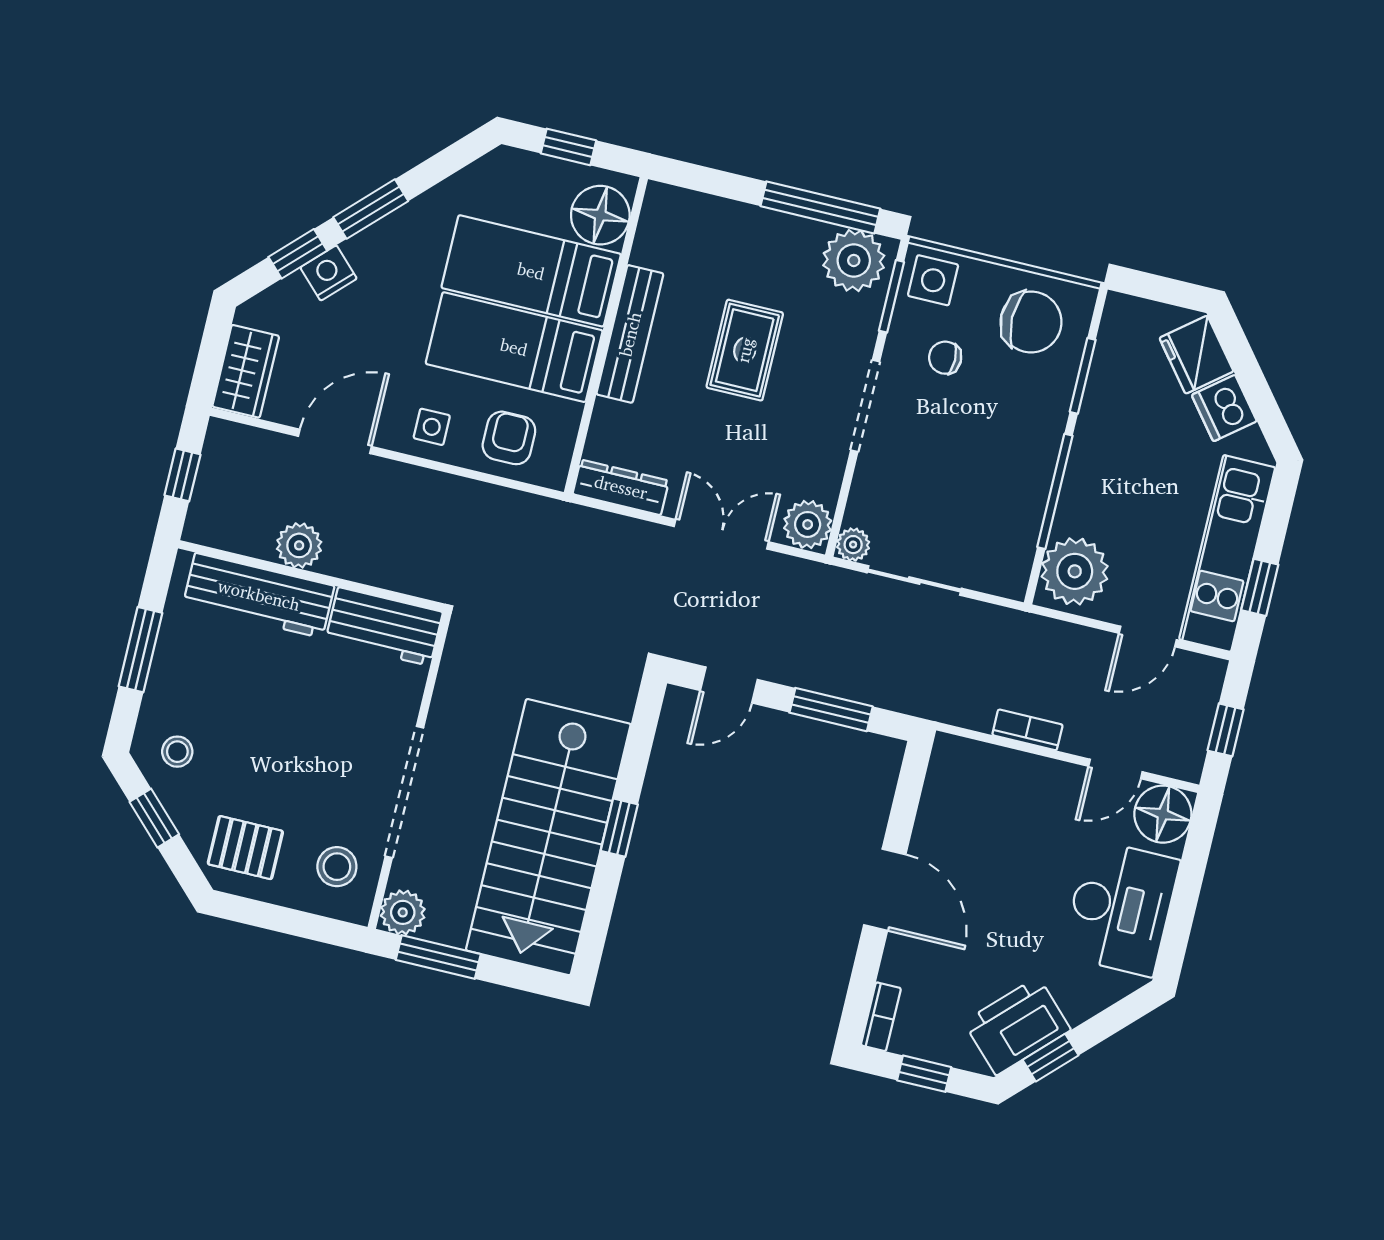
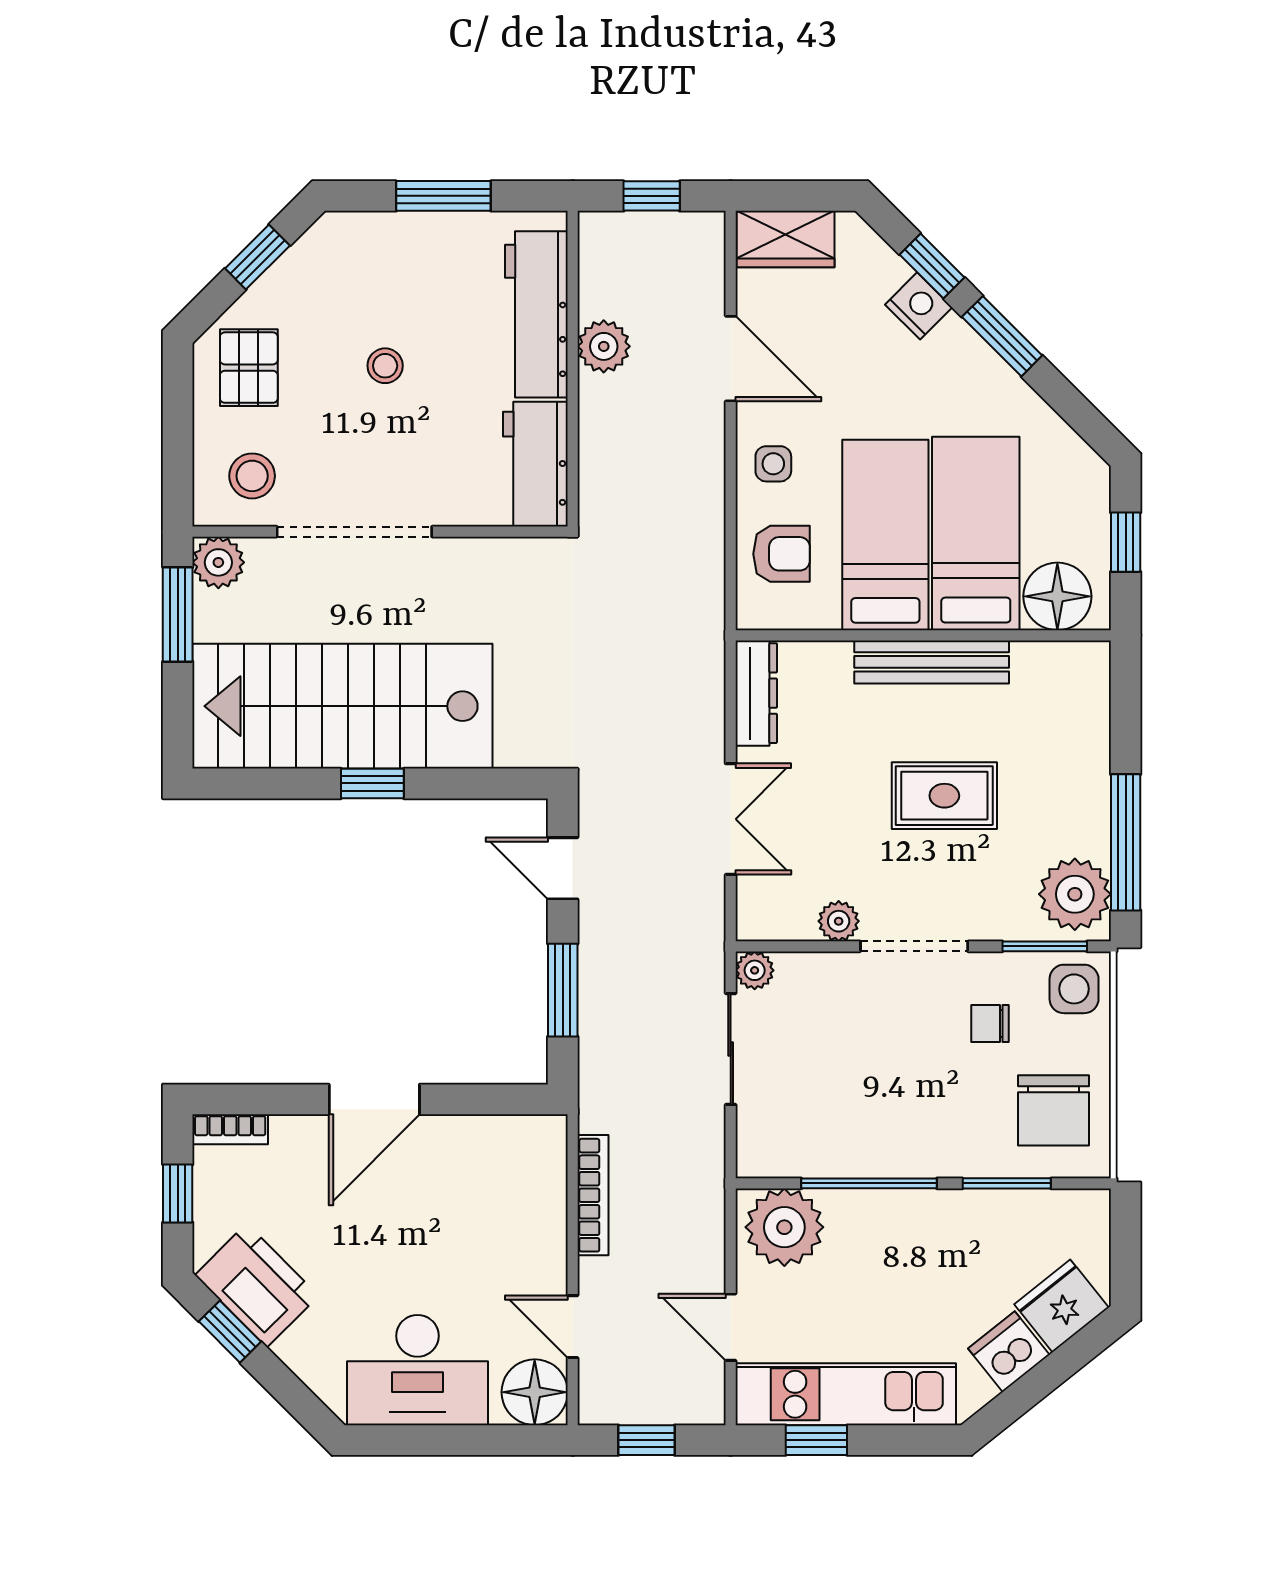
chair: (945, 358) -> (990, 1024), turned -90
plant: (808, 524) -> (839, 921), moved, width x0.73, depth x0.73
bookcase: (1027, 730) -> (593, 1195), width x1.56
stool: (177, 752) -> (385, 366), moved

